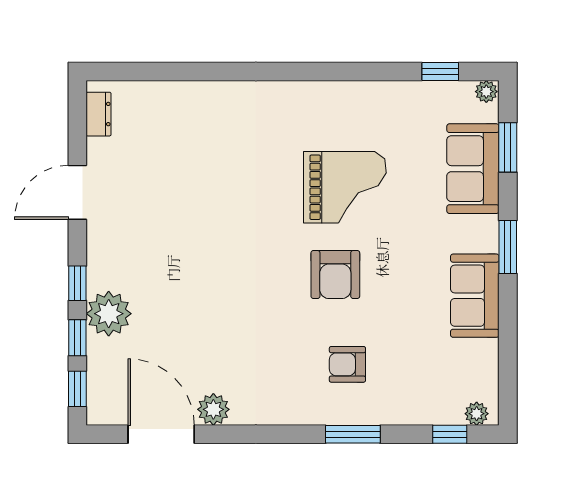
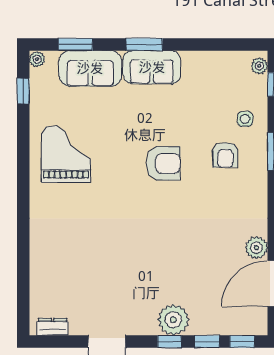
grand piano: (345, 187) -> (66, 154), moved
sofa: (475, 296) -> (152, 67), moved
plant: (109, 314) -> (173, 320), moved
side table: (400, 393) -> (245, 119), added

